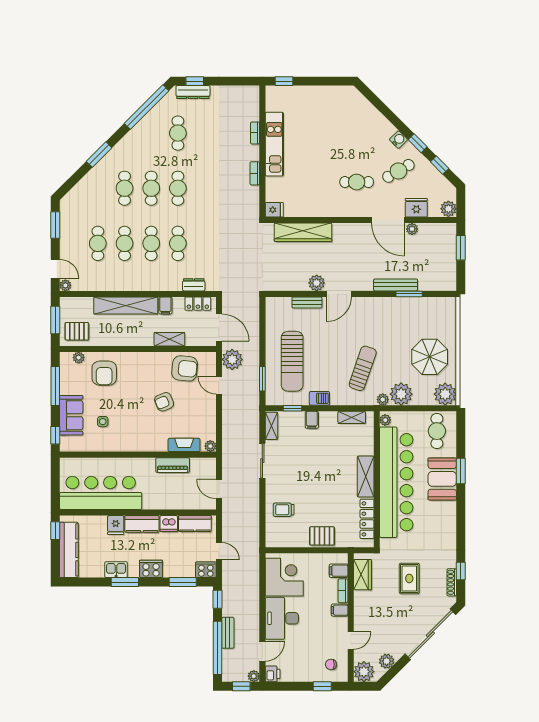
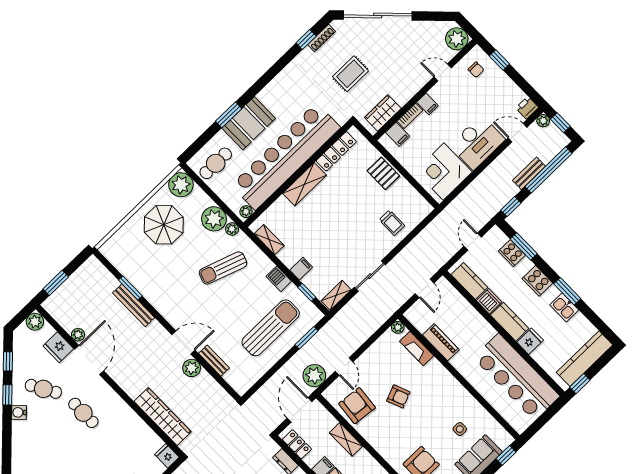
cooker: (206, 570) -> (512, 253), moved
plant: (387, 661) -> (432, 29), removed

